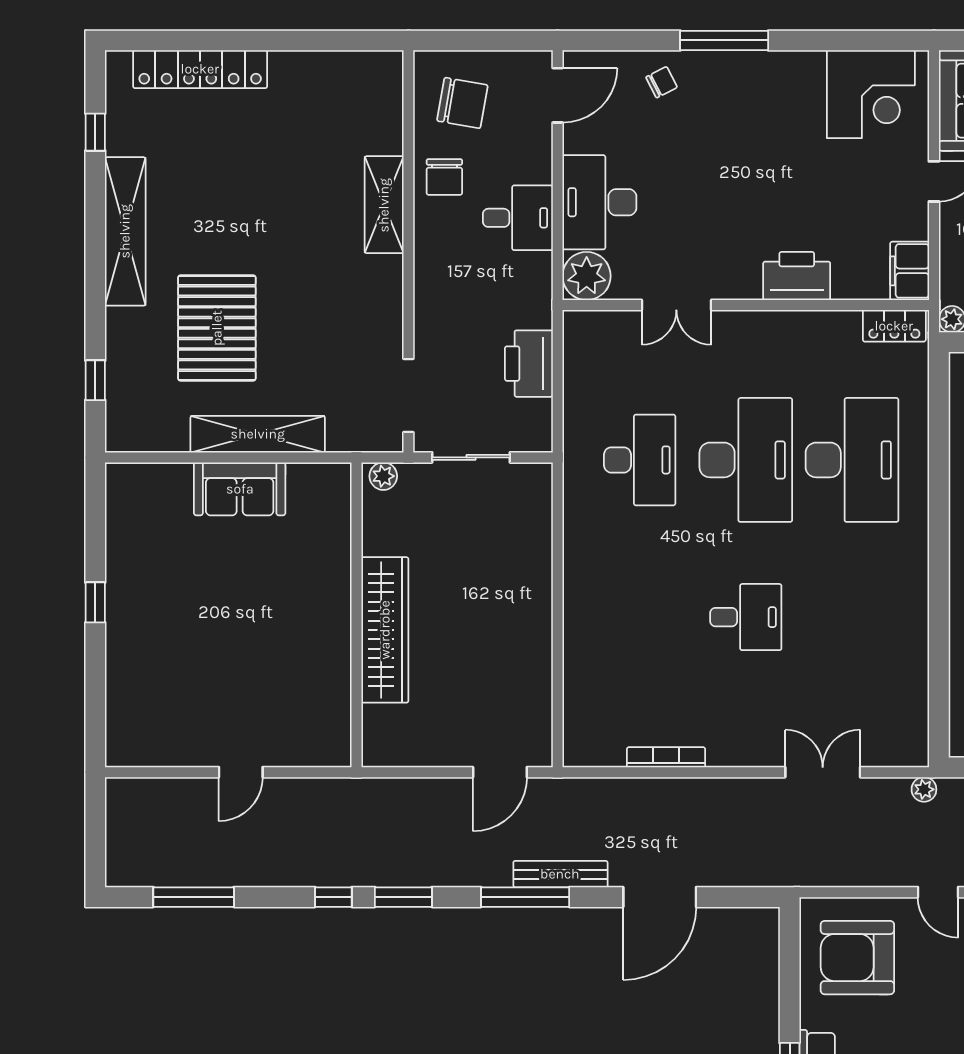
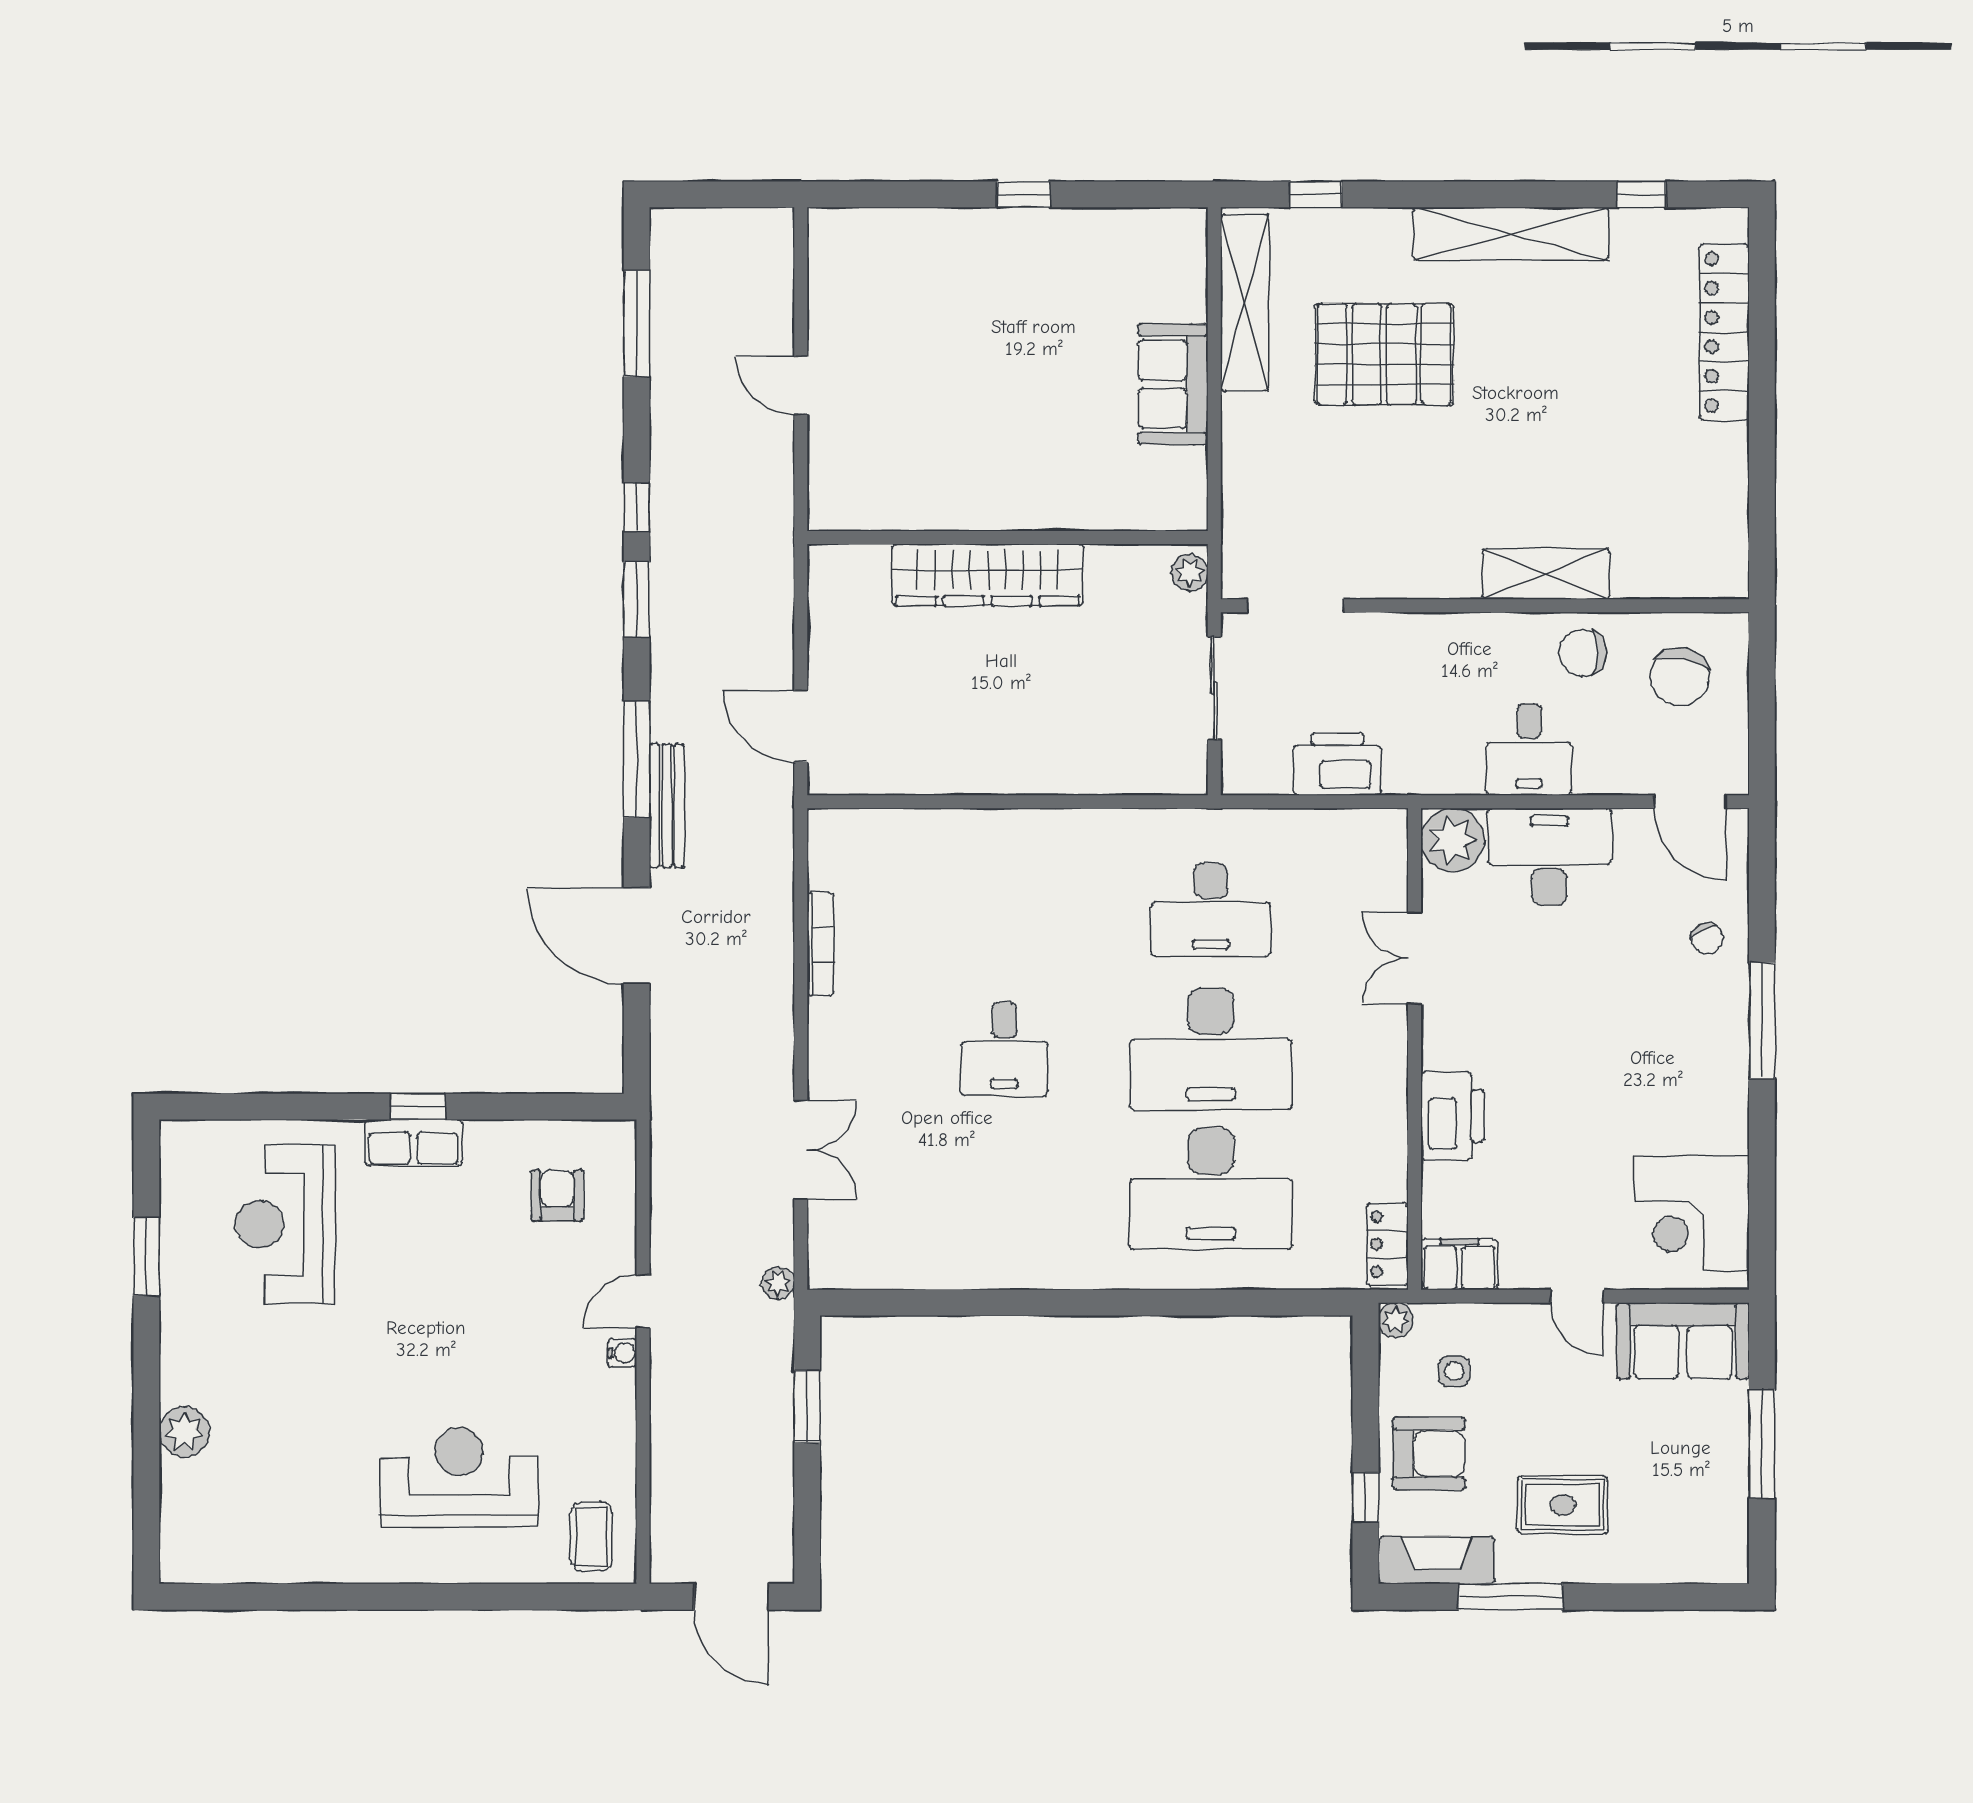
shelving: (258, 434) -> (1245, 303), moved
armchair: (857, 958) -> (557, 1196), width x0.53, depth x0.53

